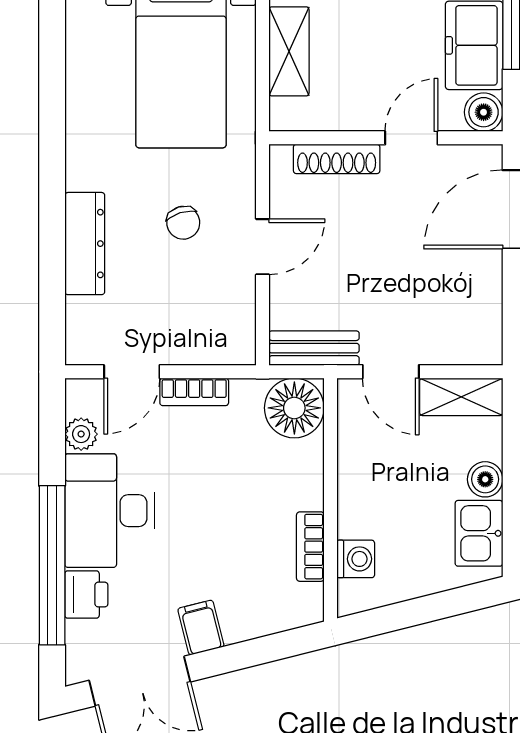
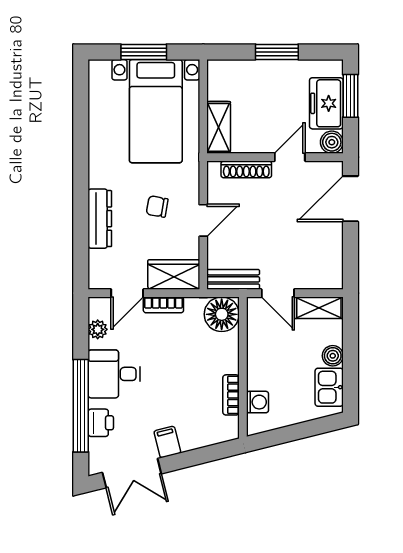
shelving: (289, 51) -> (219, 127), moved
chair: (183, 223) -> (157, 206), turned 117
wardrobe: (212, 340) -> (174, 275), added
desk: (109, 511) -> (114, 374), width x0.73

